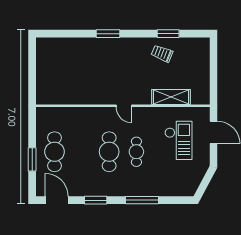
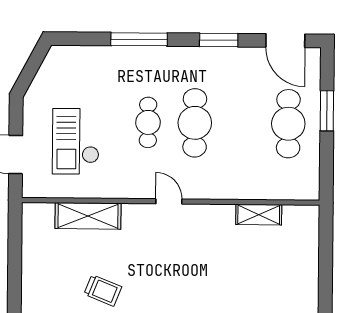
shelving: (71, 99) -> (259, 215), added

